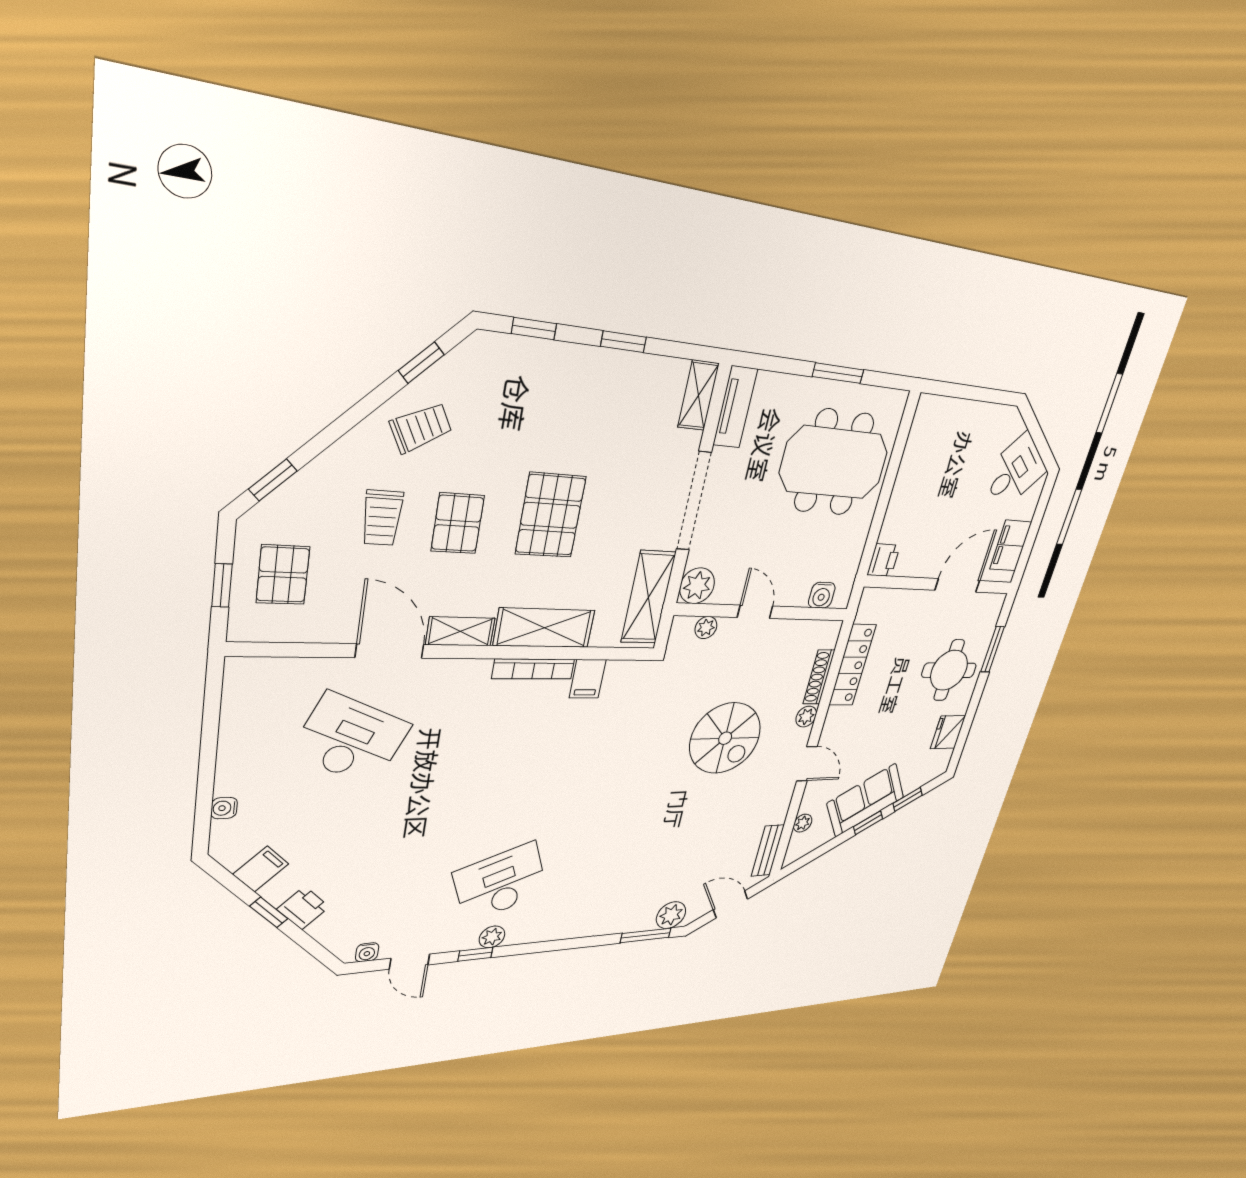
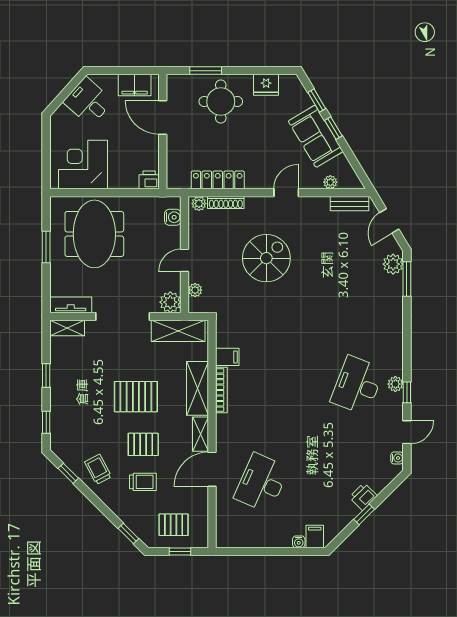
corner desk: (937, 454) -> (83, 165), added
plant: (806, 717) -> (199, 204), moved
filing cabinet: (261, 869) -> (315, 537), moved, turned 45
desk: (501, 883) -> (357, 385), turned 42

